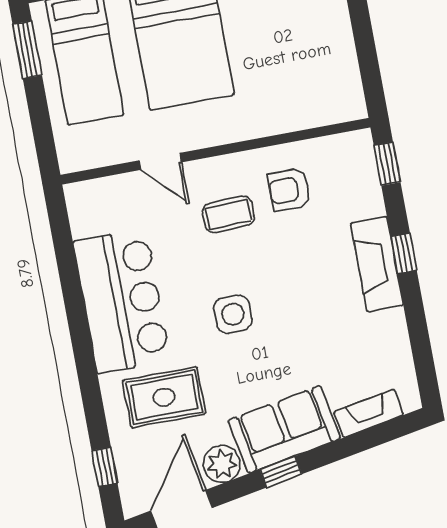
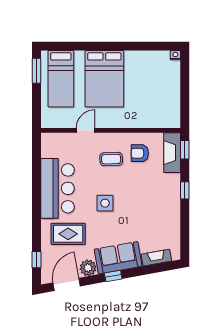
door: (160, 161) -> (86, 130), swing flipped
fireplace: (377, 264) -> (172, 153), moved

